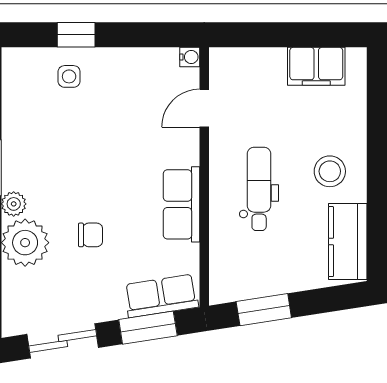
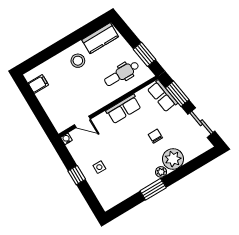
window: (76, 35) -> (77, 175), moved
filing cabinet: (316, 66) -> (38, 84), width x0.50
side table: (69, 76) -> (99, 167), moved
dental chair: (259, 189) -> (122, 74), moved

